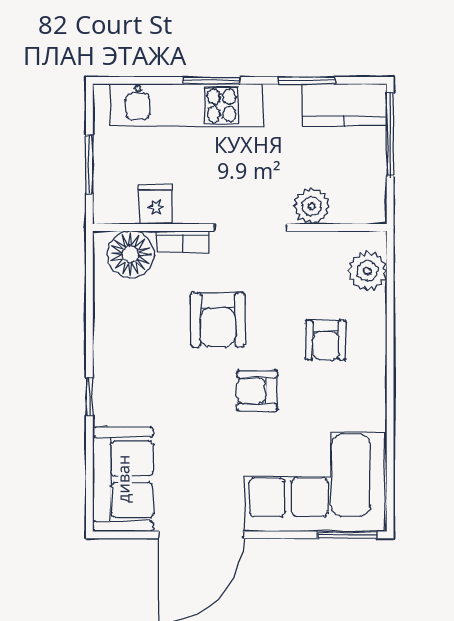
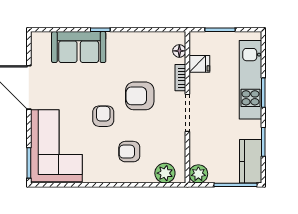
plant: (312, 206) -> (198, 174), moved
floor lamp: (131, 254) -> (179, 51), width x0.53, depth x0.53
sofa: (123, 479) -> (79, 47), moved

